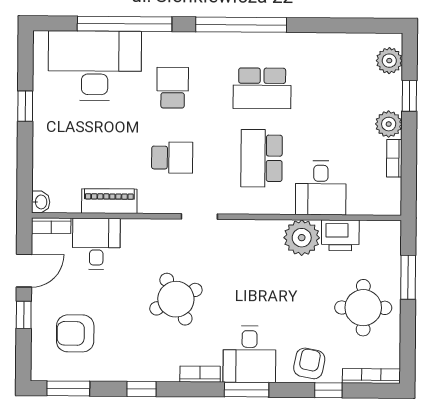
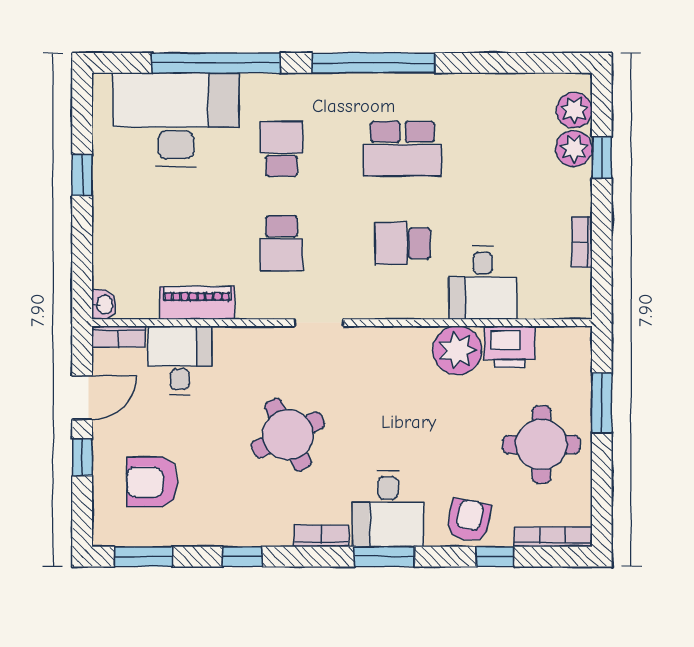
plant: (389, 124) -> (574, 149), moved
school desk: (172, 158) -> (282, 243), turned 90
school desk: (262, 158) -> (402, 243), width x0.54

